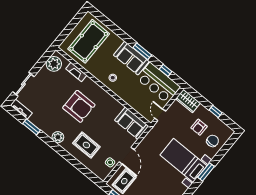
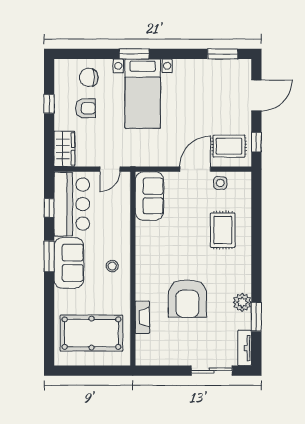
plant: (54, 64) -> (155, 353), removed
armchair: (79, 106) -> (187, 298), moved, turned 180
plant: (58, 137) -> (242, 302), moved

